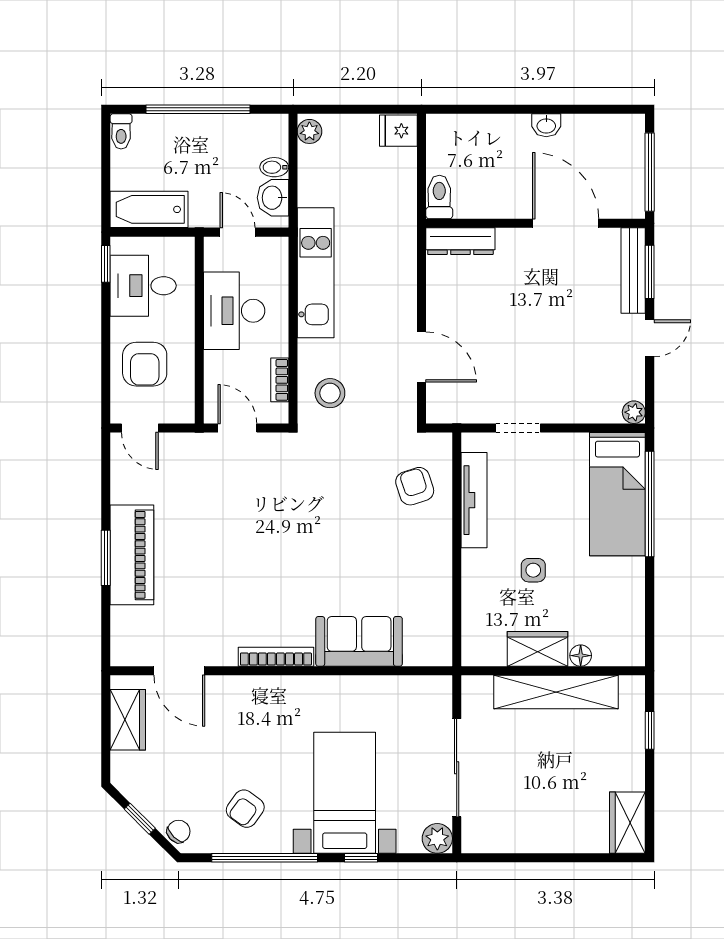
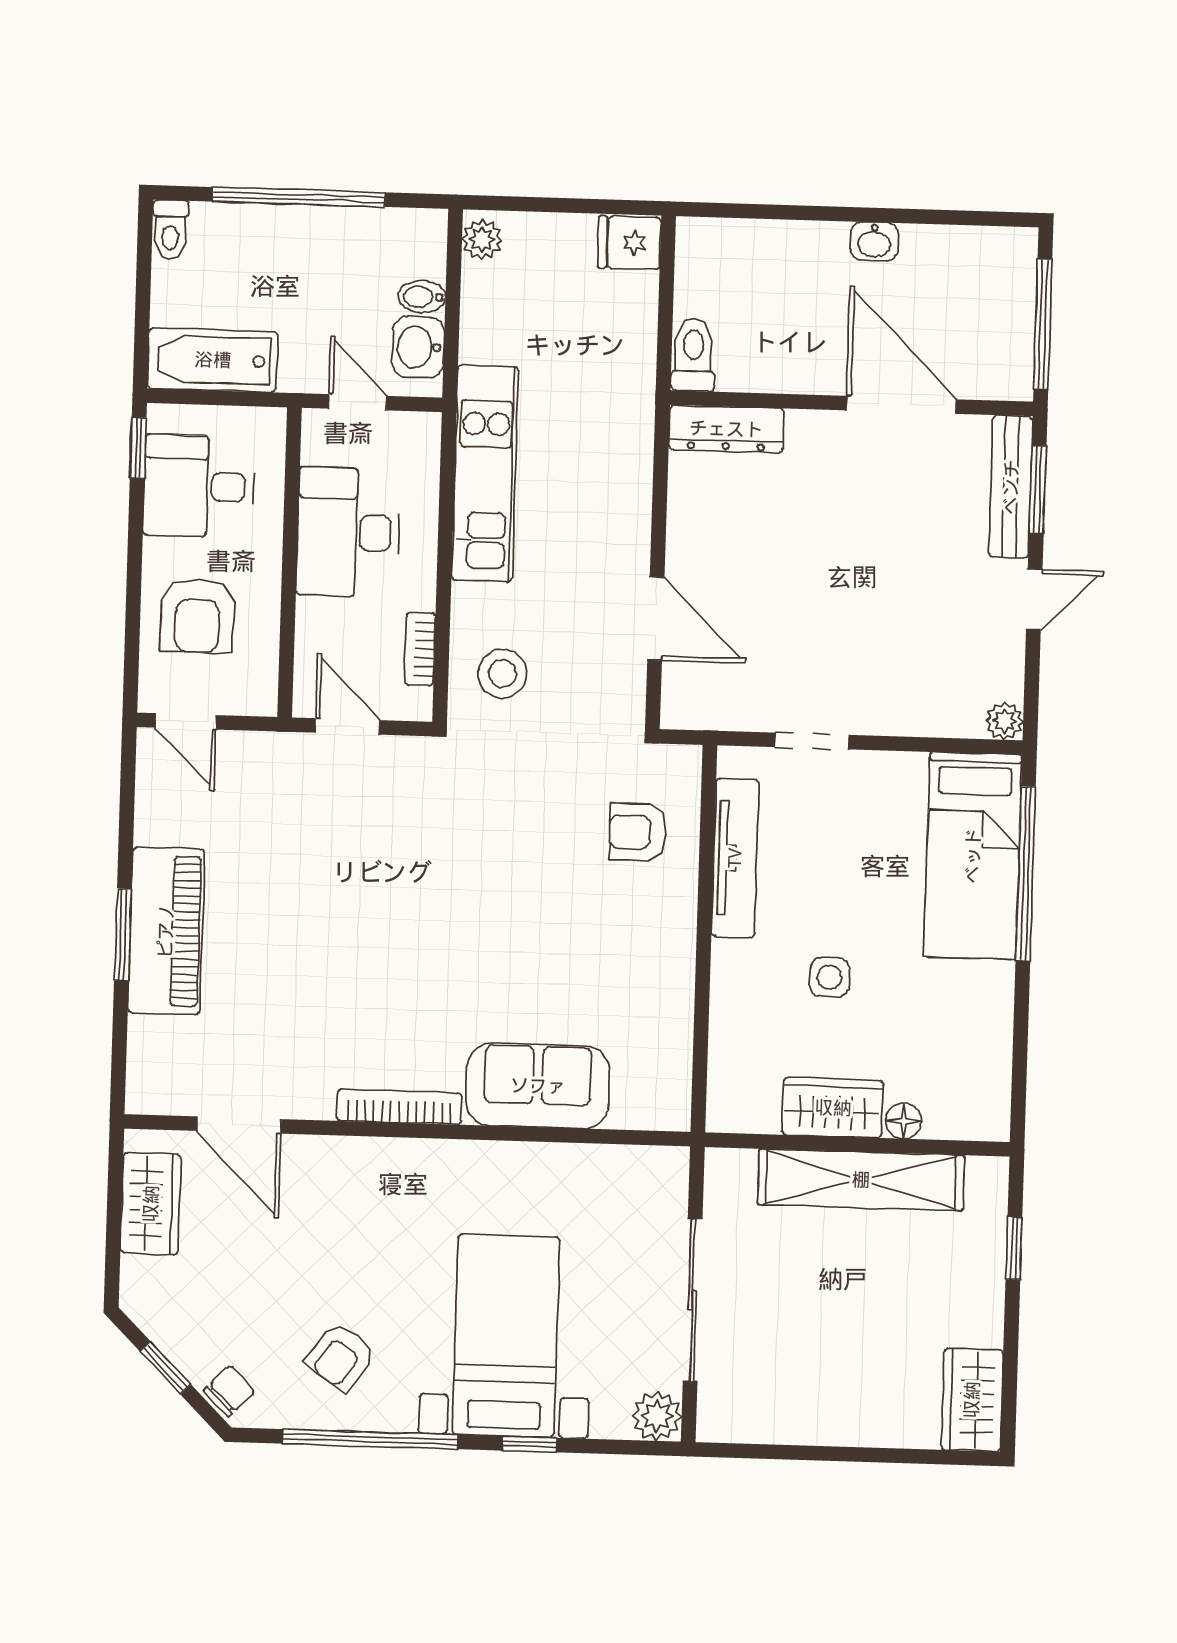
armchair: (415, 486) -> (638, 832), turned -72

